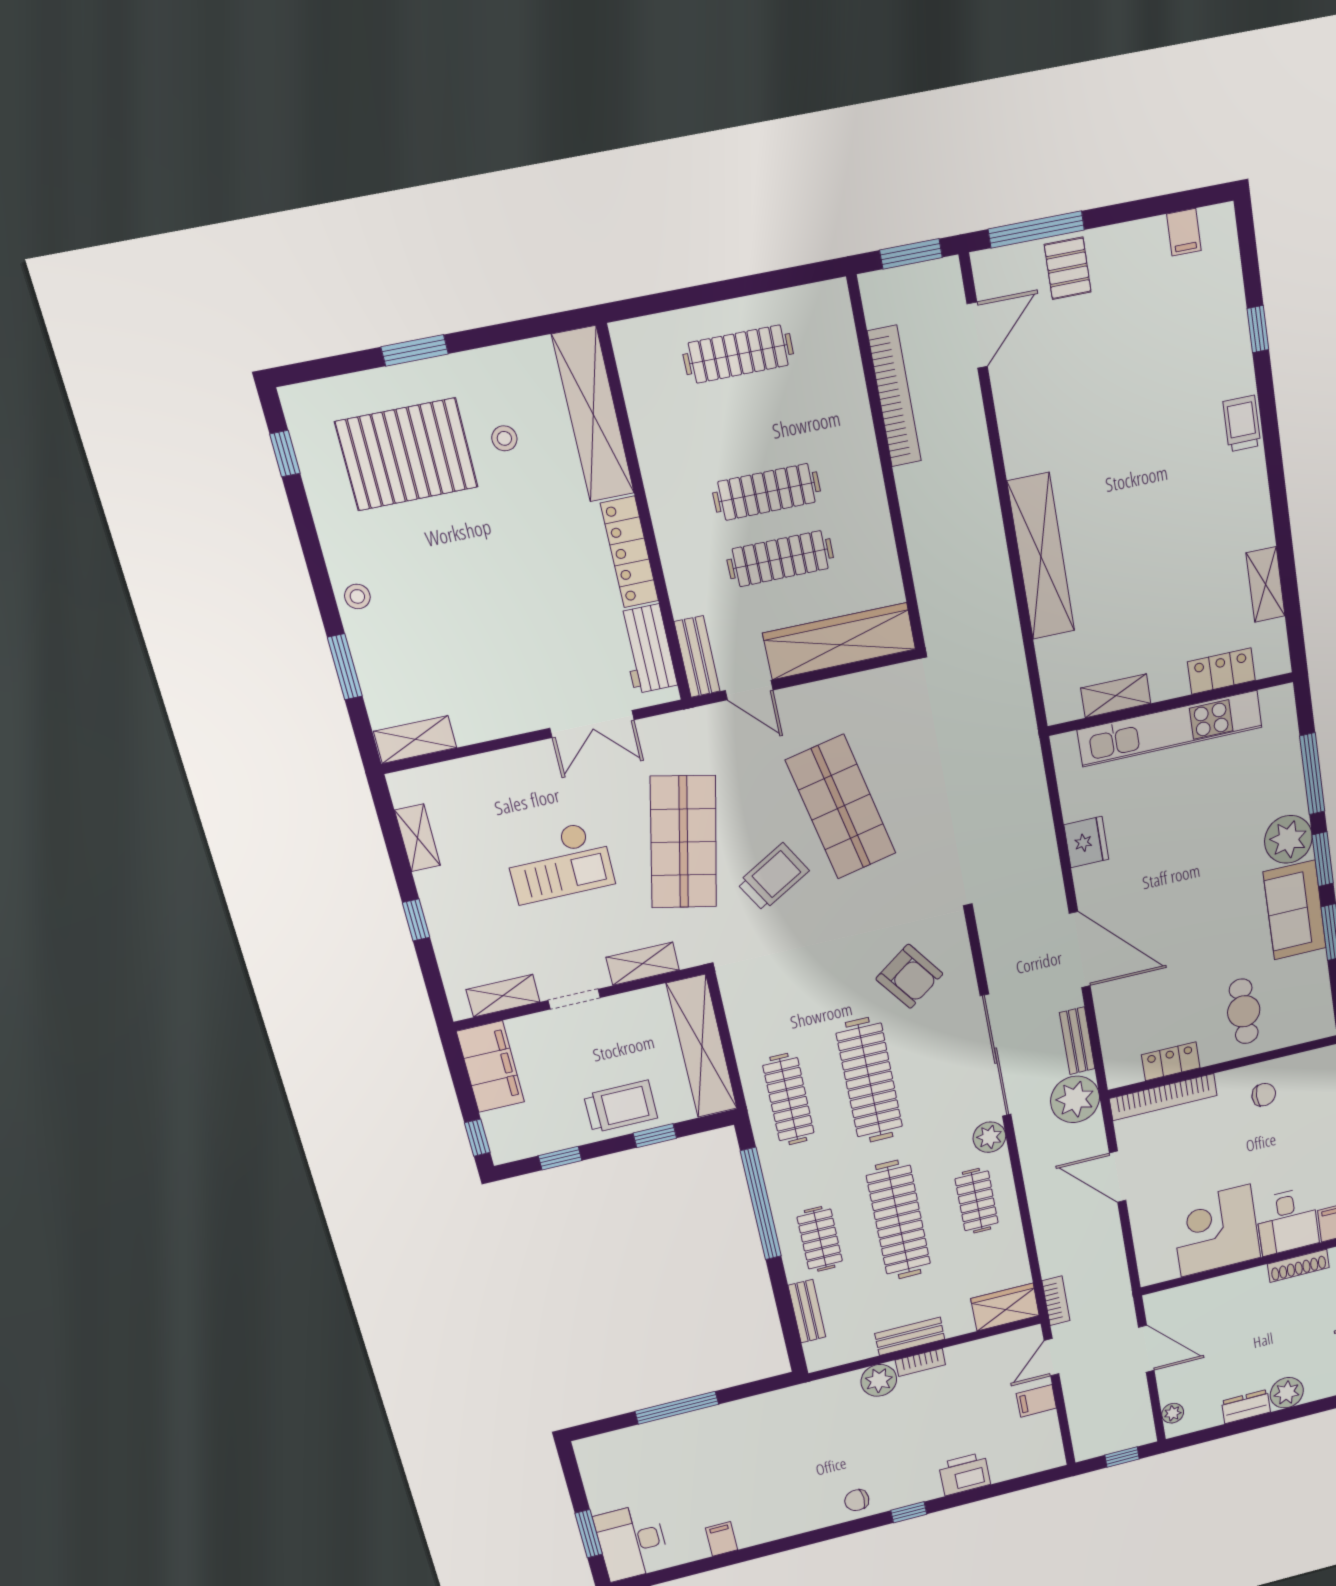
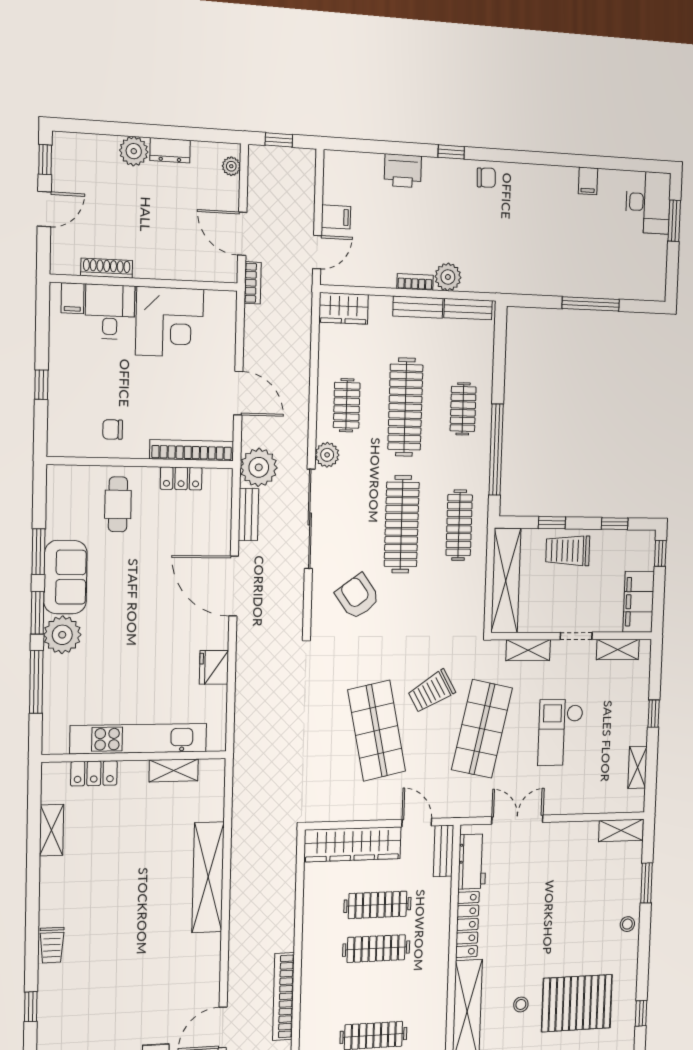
checkout: (559, 862) -> (560, 732), turned -90
bookcase: (1056, 1301) -> (253, 283), moved, turned 180
bench: (807, 1311) -> (468, 309), moved, turned 90

